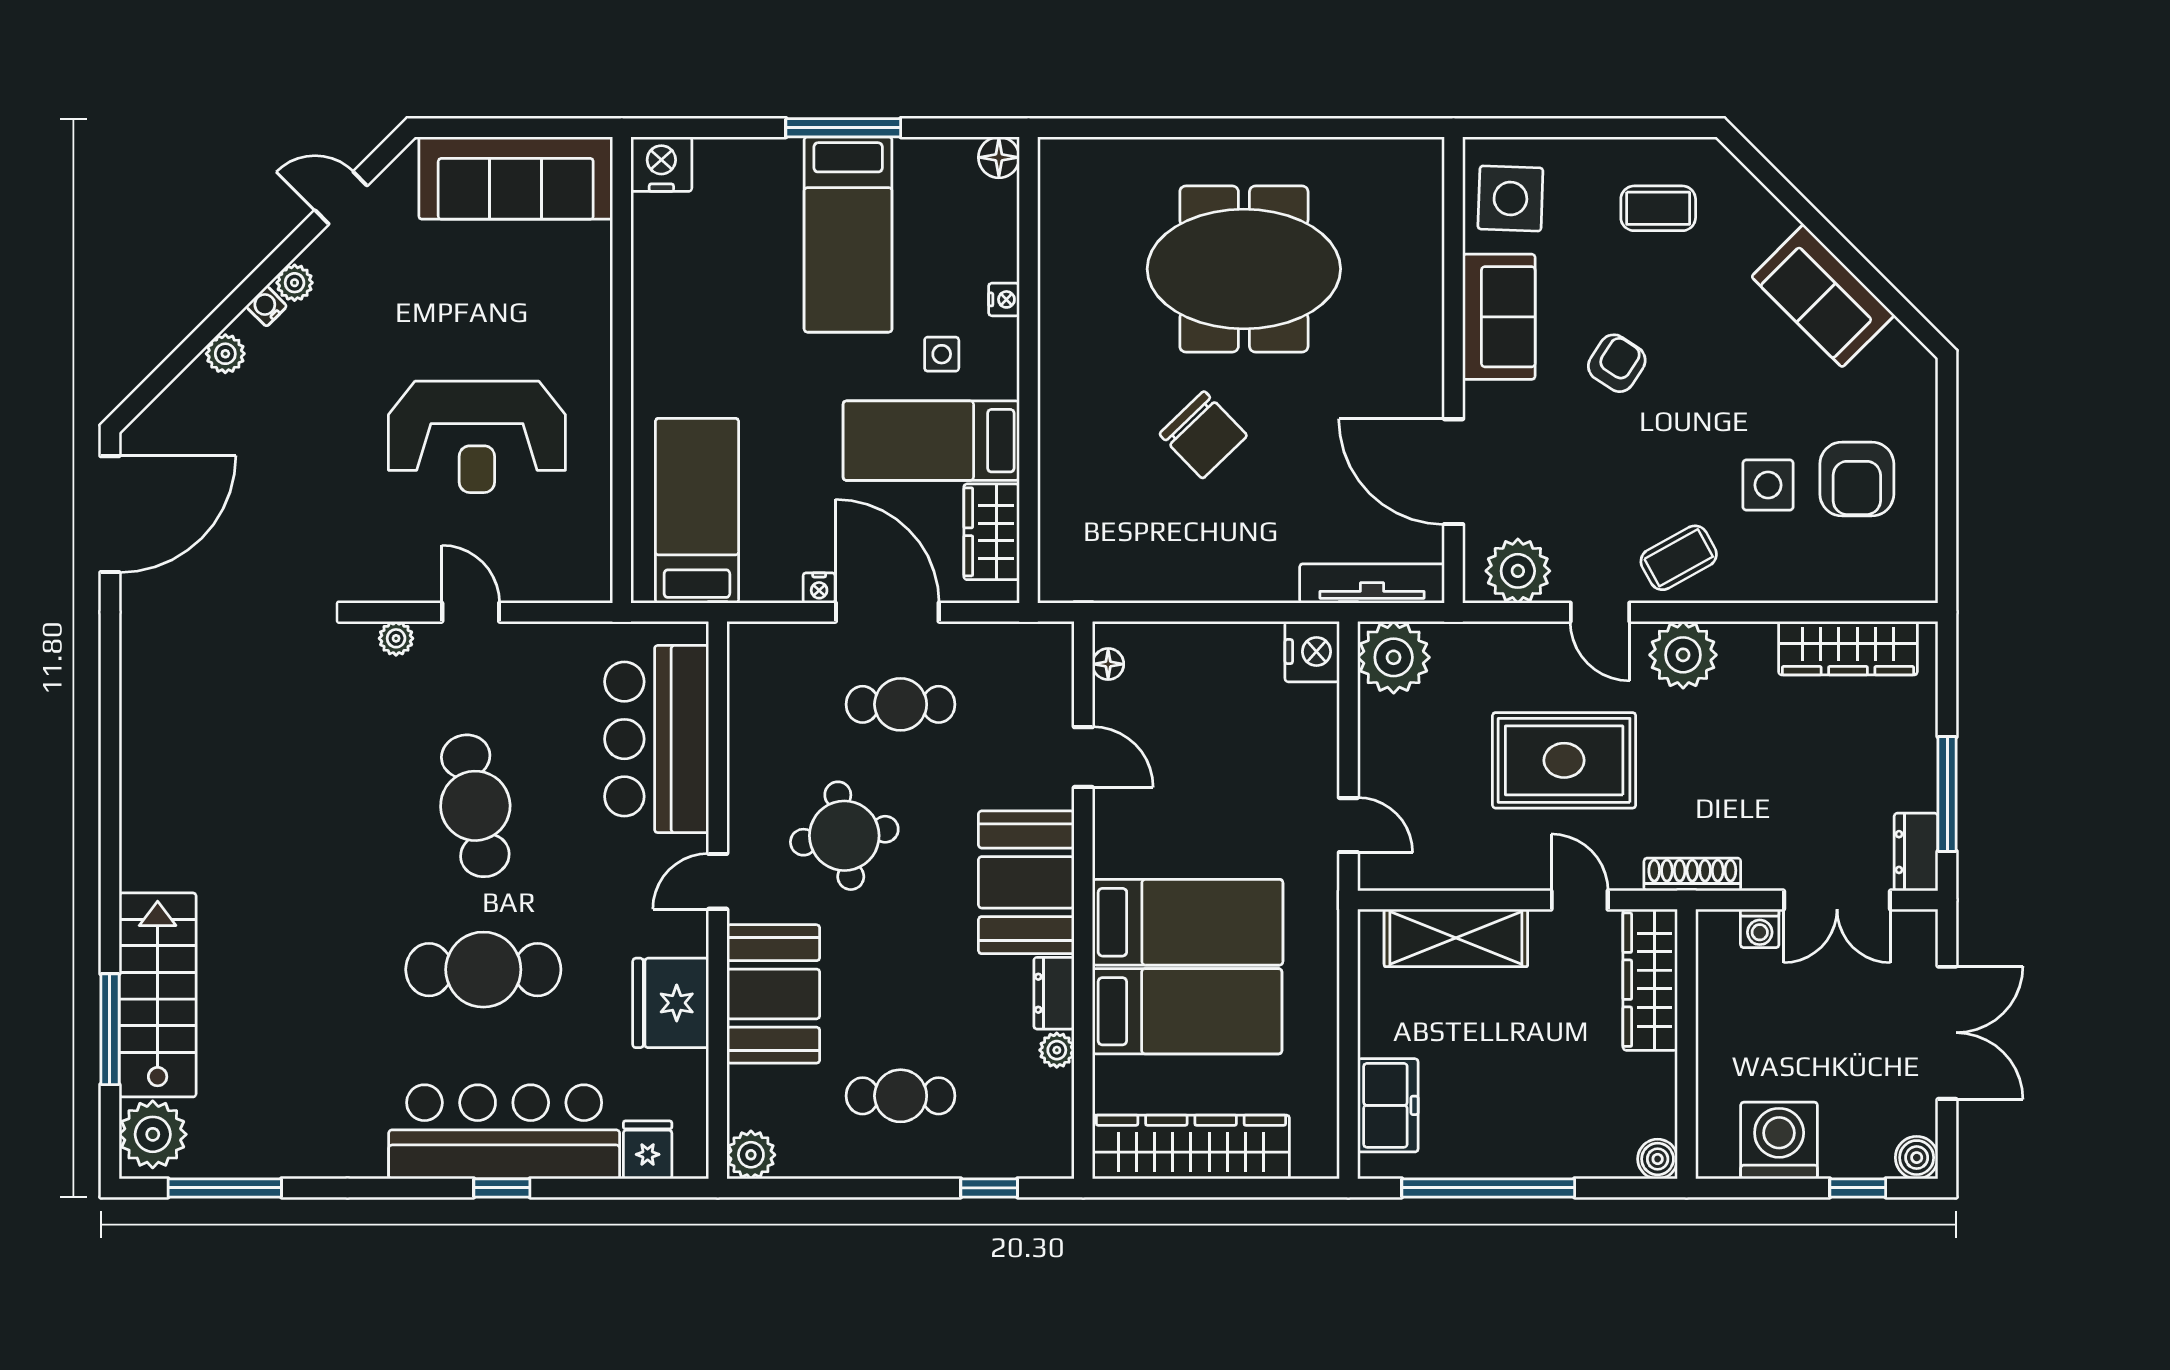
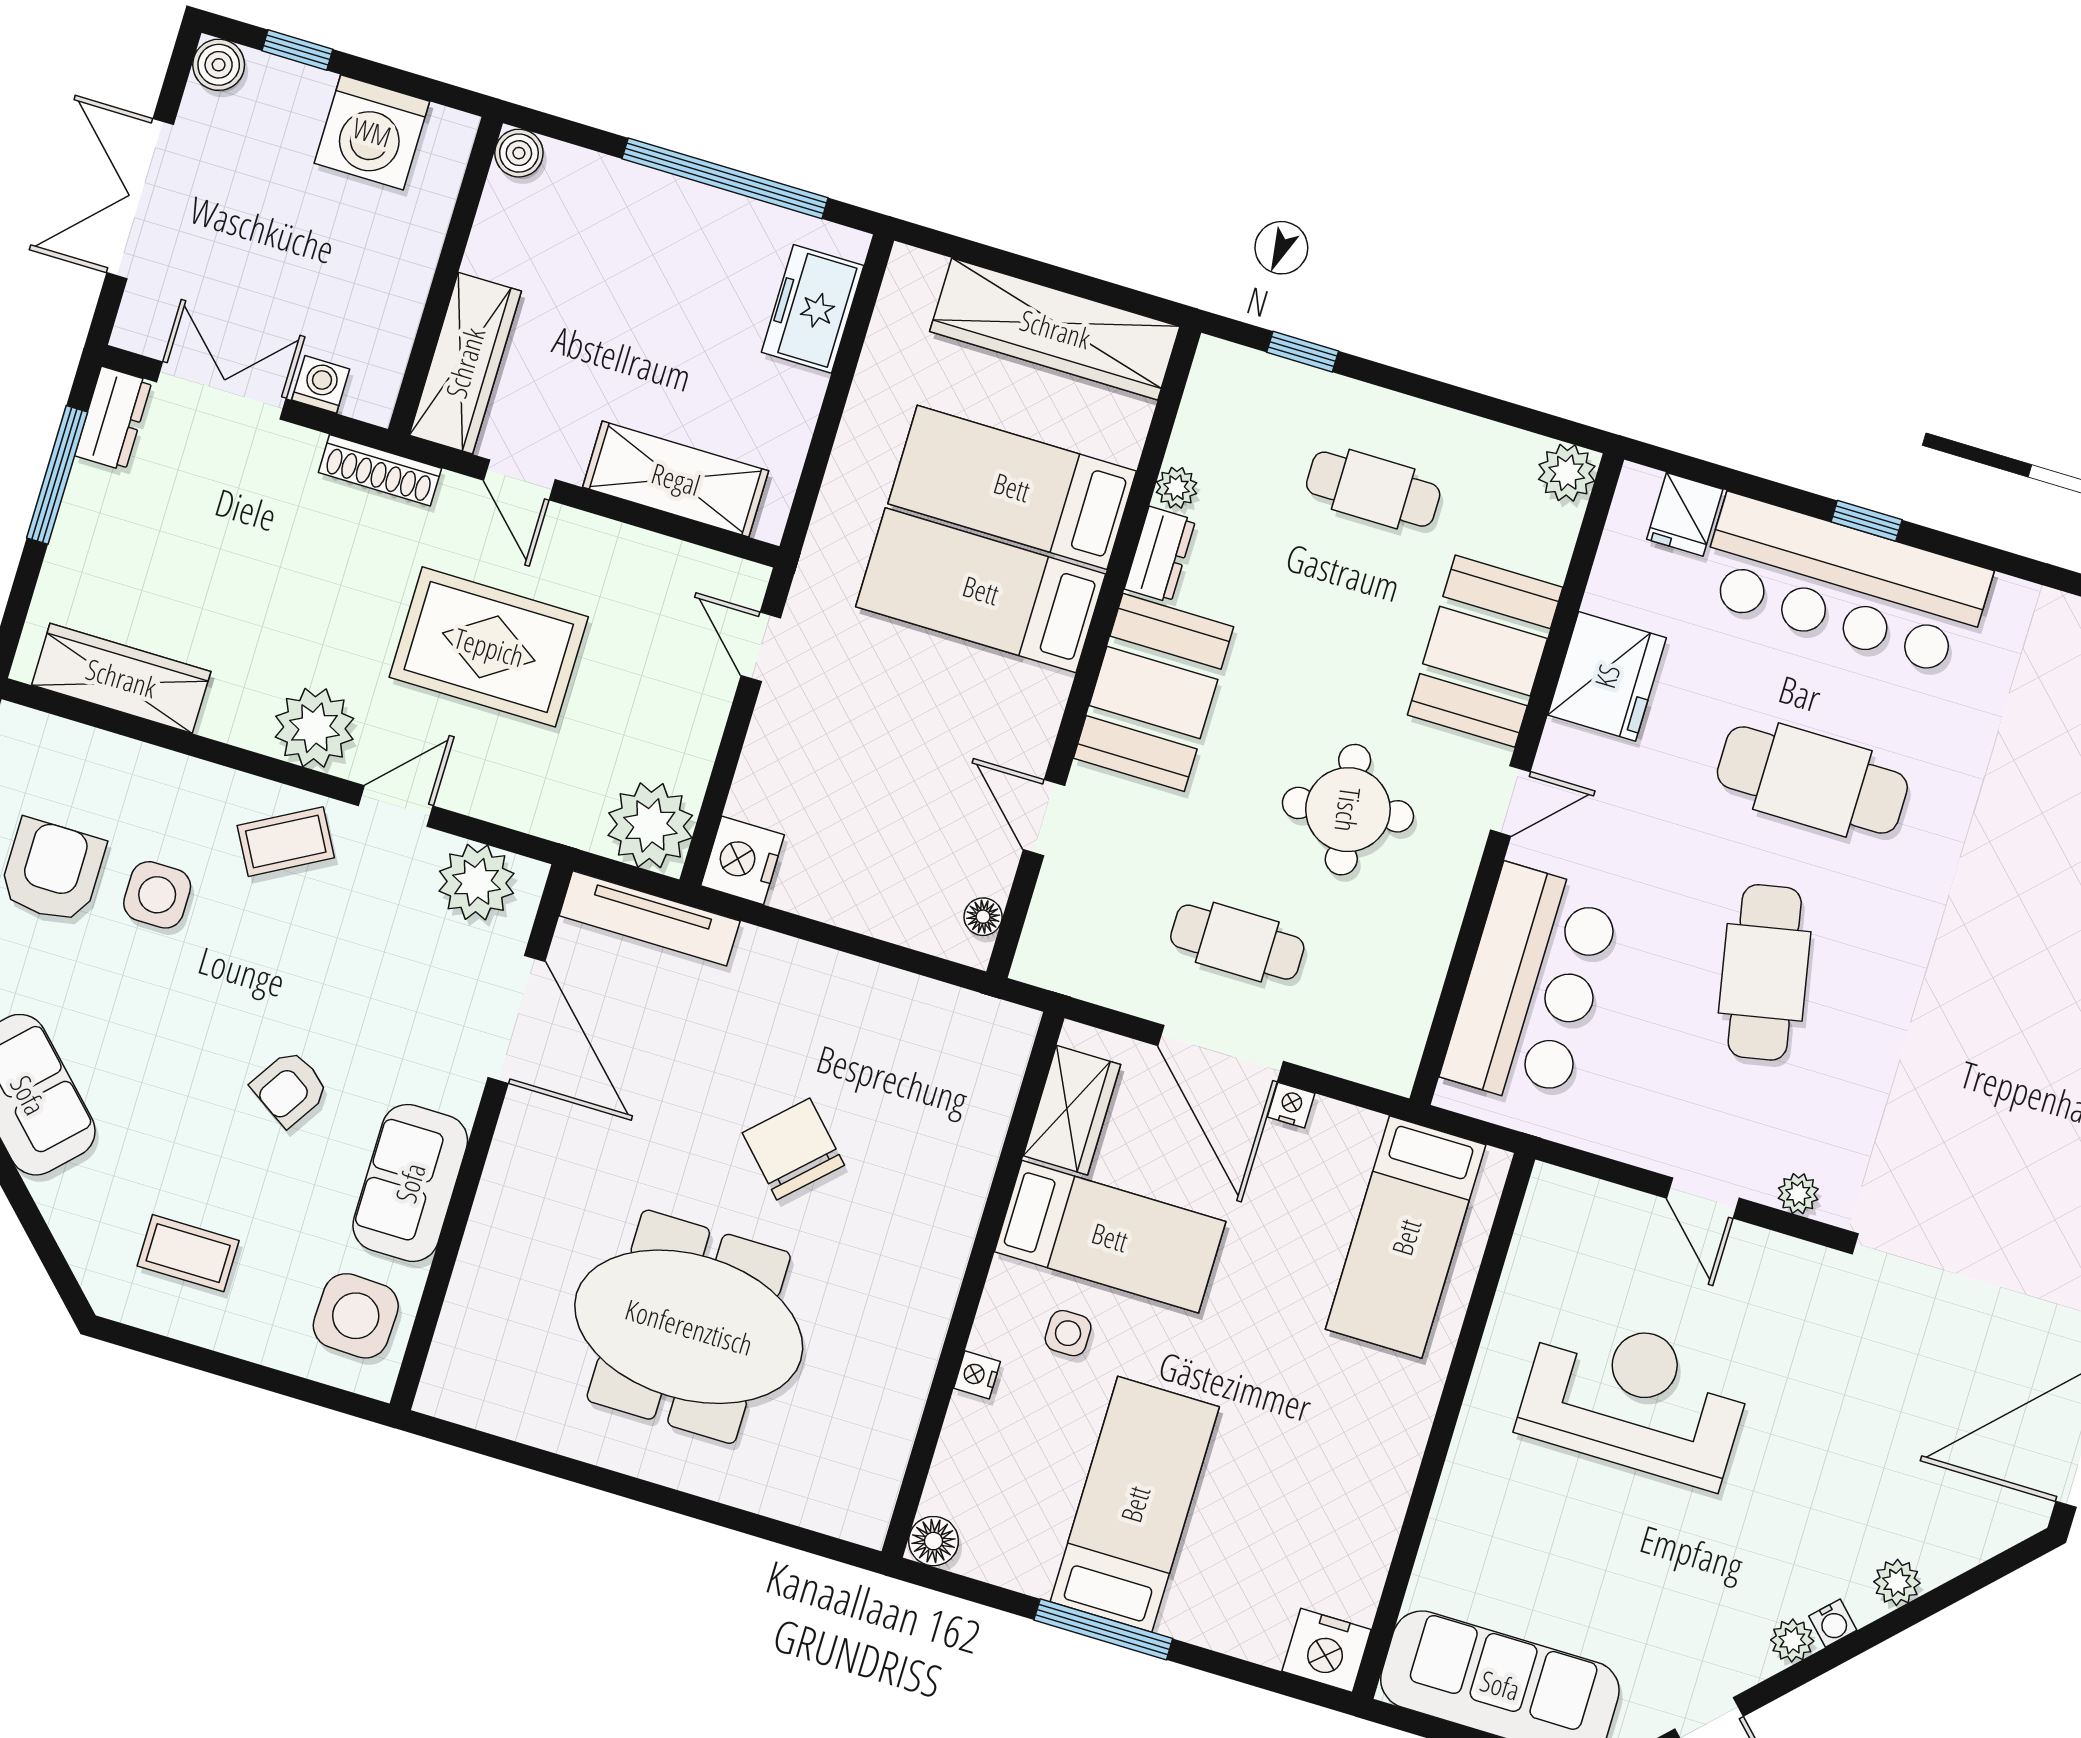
door: (1600, 612) -> (396, 806), hinge flipped

